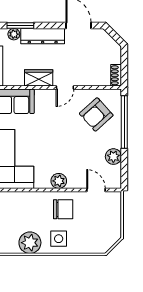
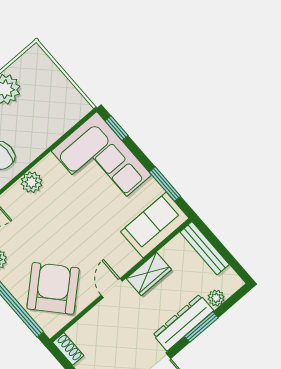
window: (20, 25) -> (201, 327), moved
armchair: (96, 114) -> (53, 288), width x1.36, depth x1.36

